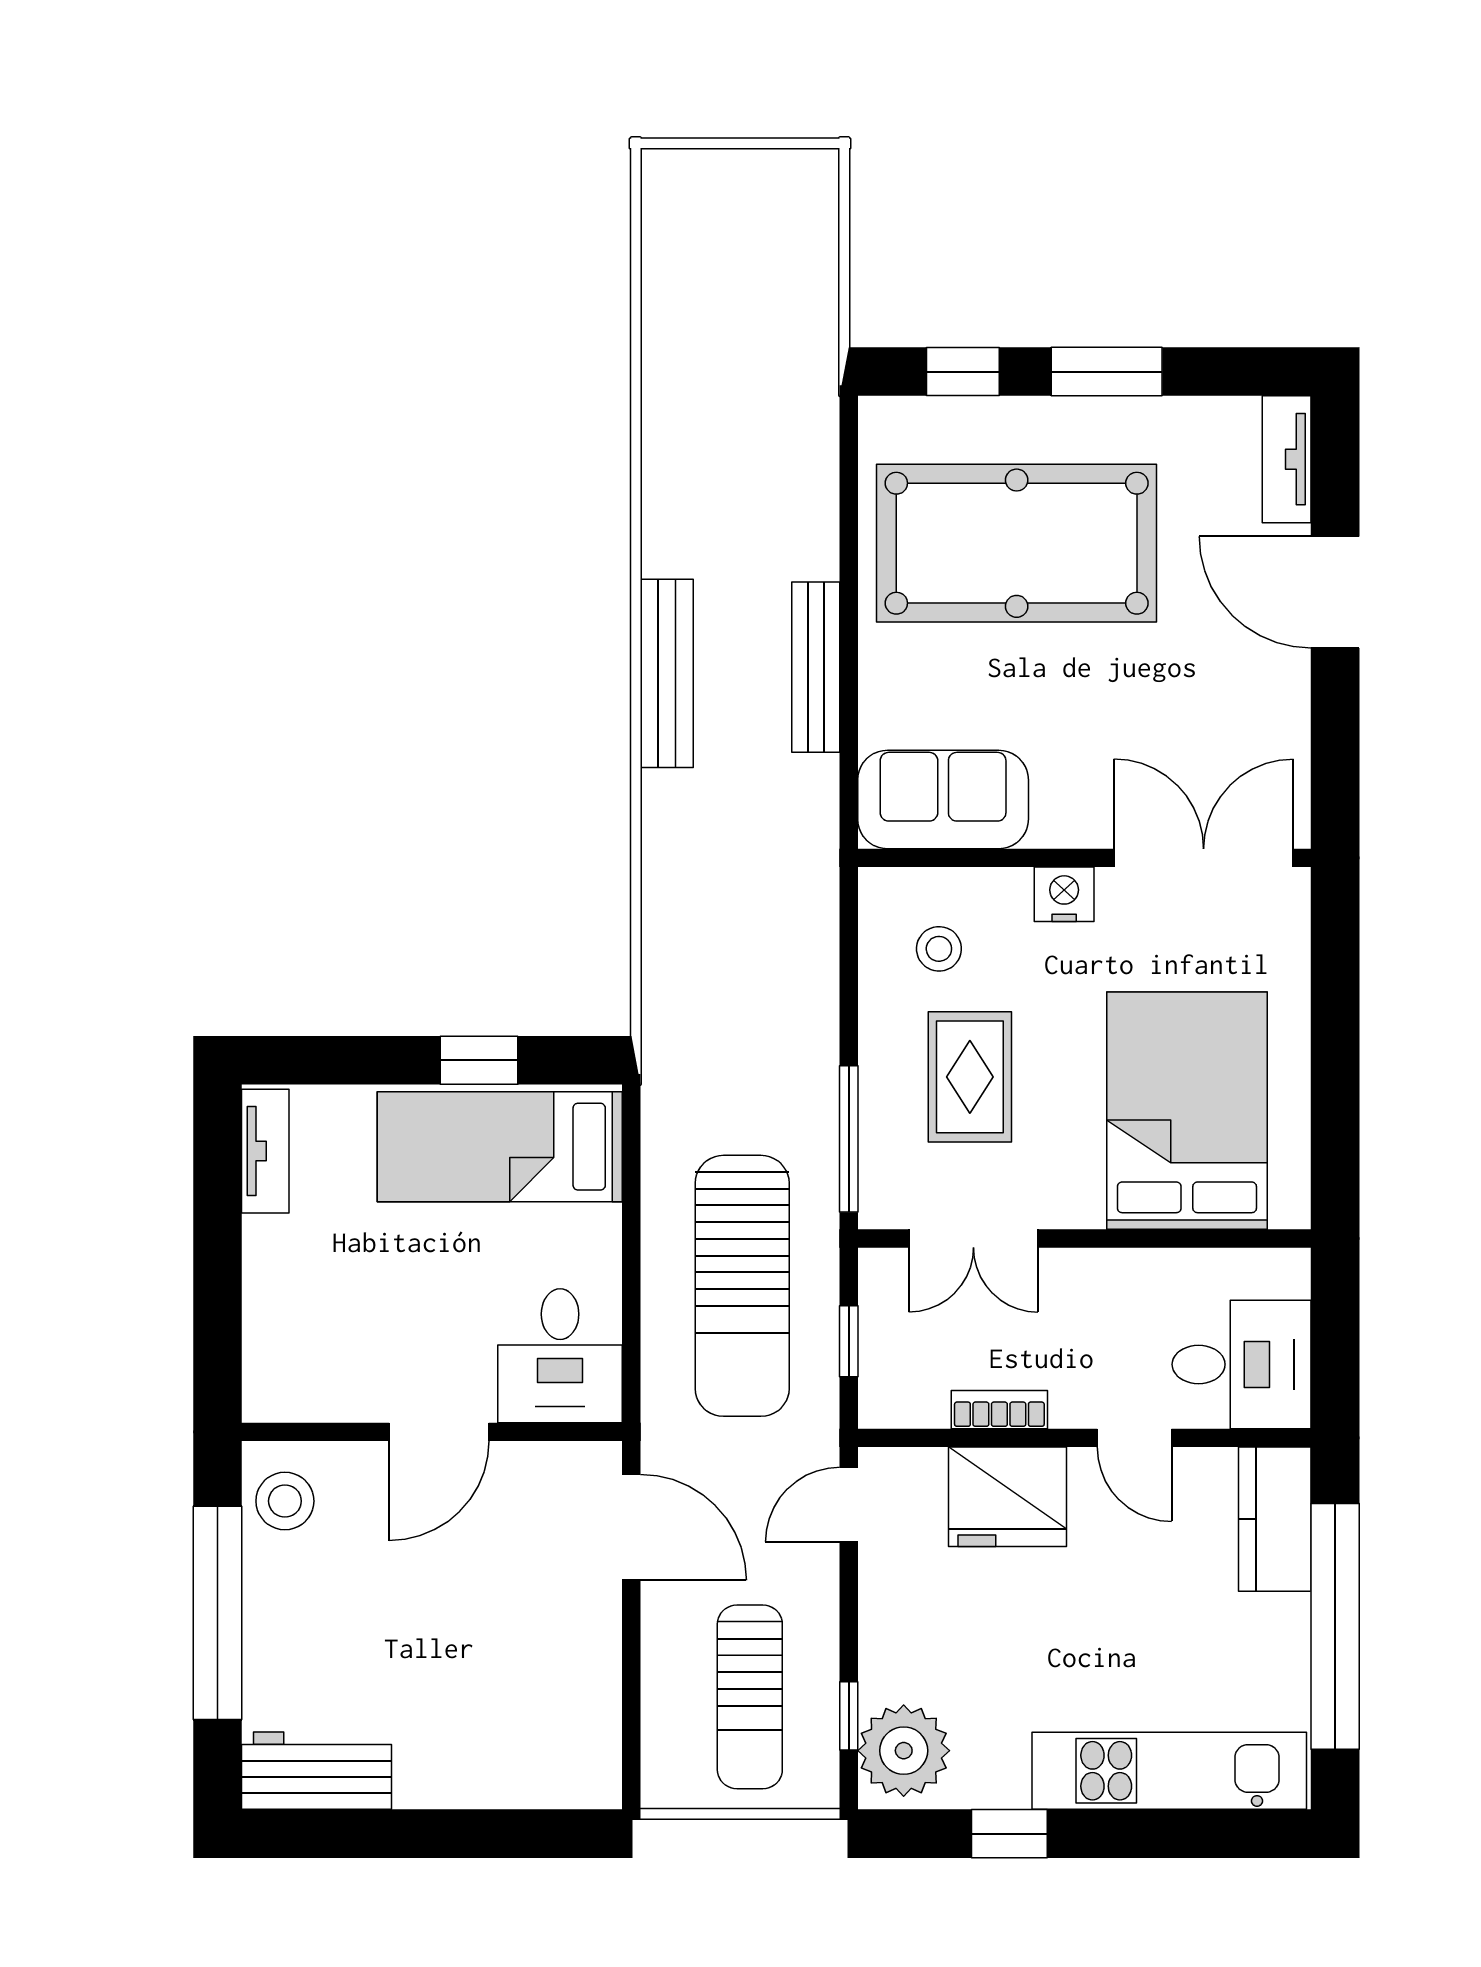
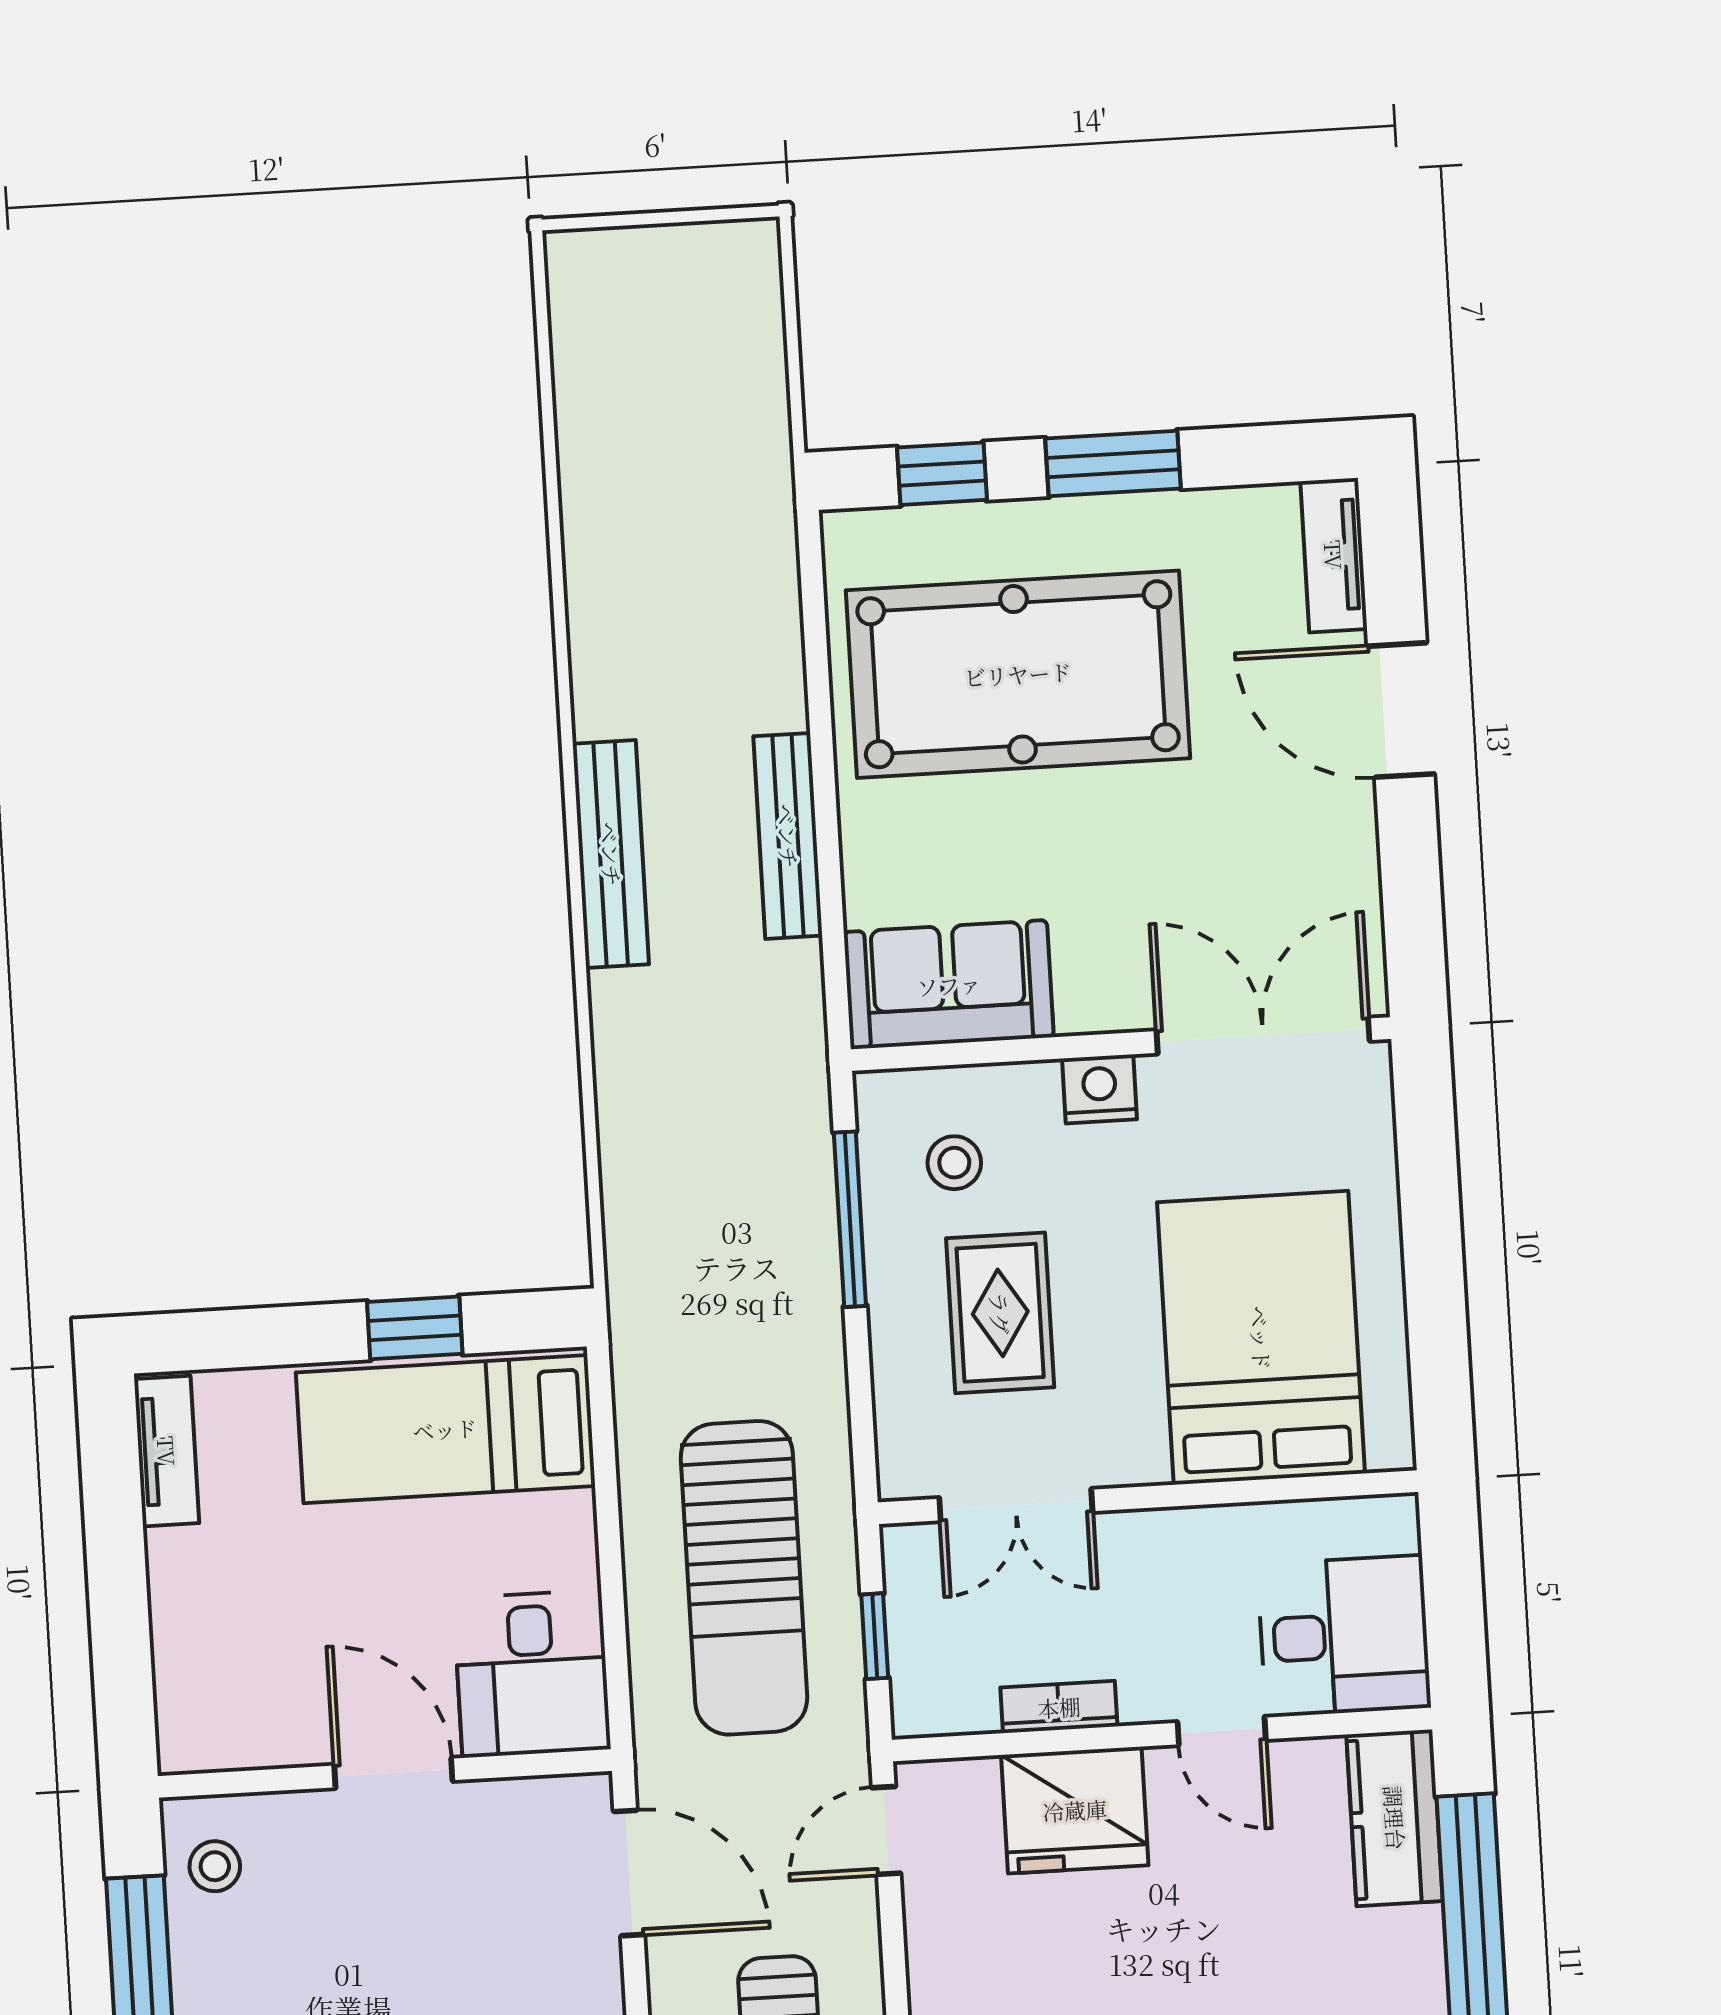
window: (849, 1139) -> (850, 1219), moved
door: (439, 1432) -> (393, 1773), swing flipped
stool: (285, 1501) -> (215, 1866), width x0.73, depth x0.73

